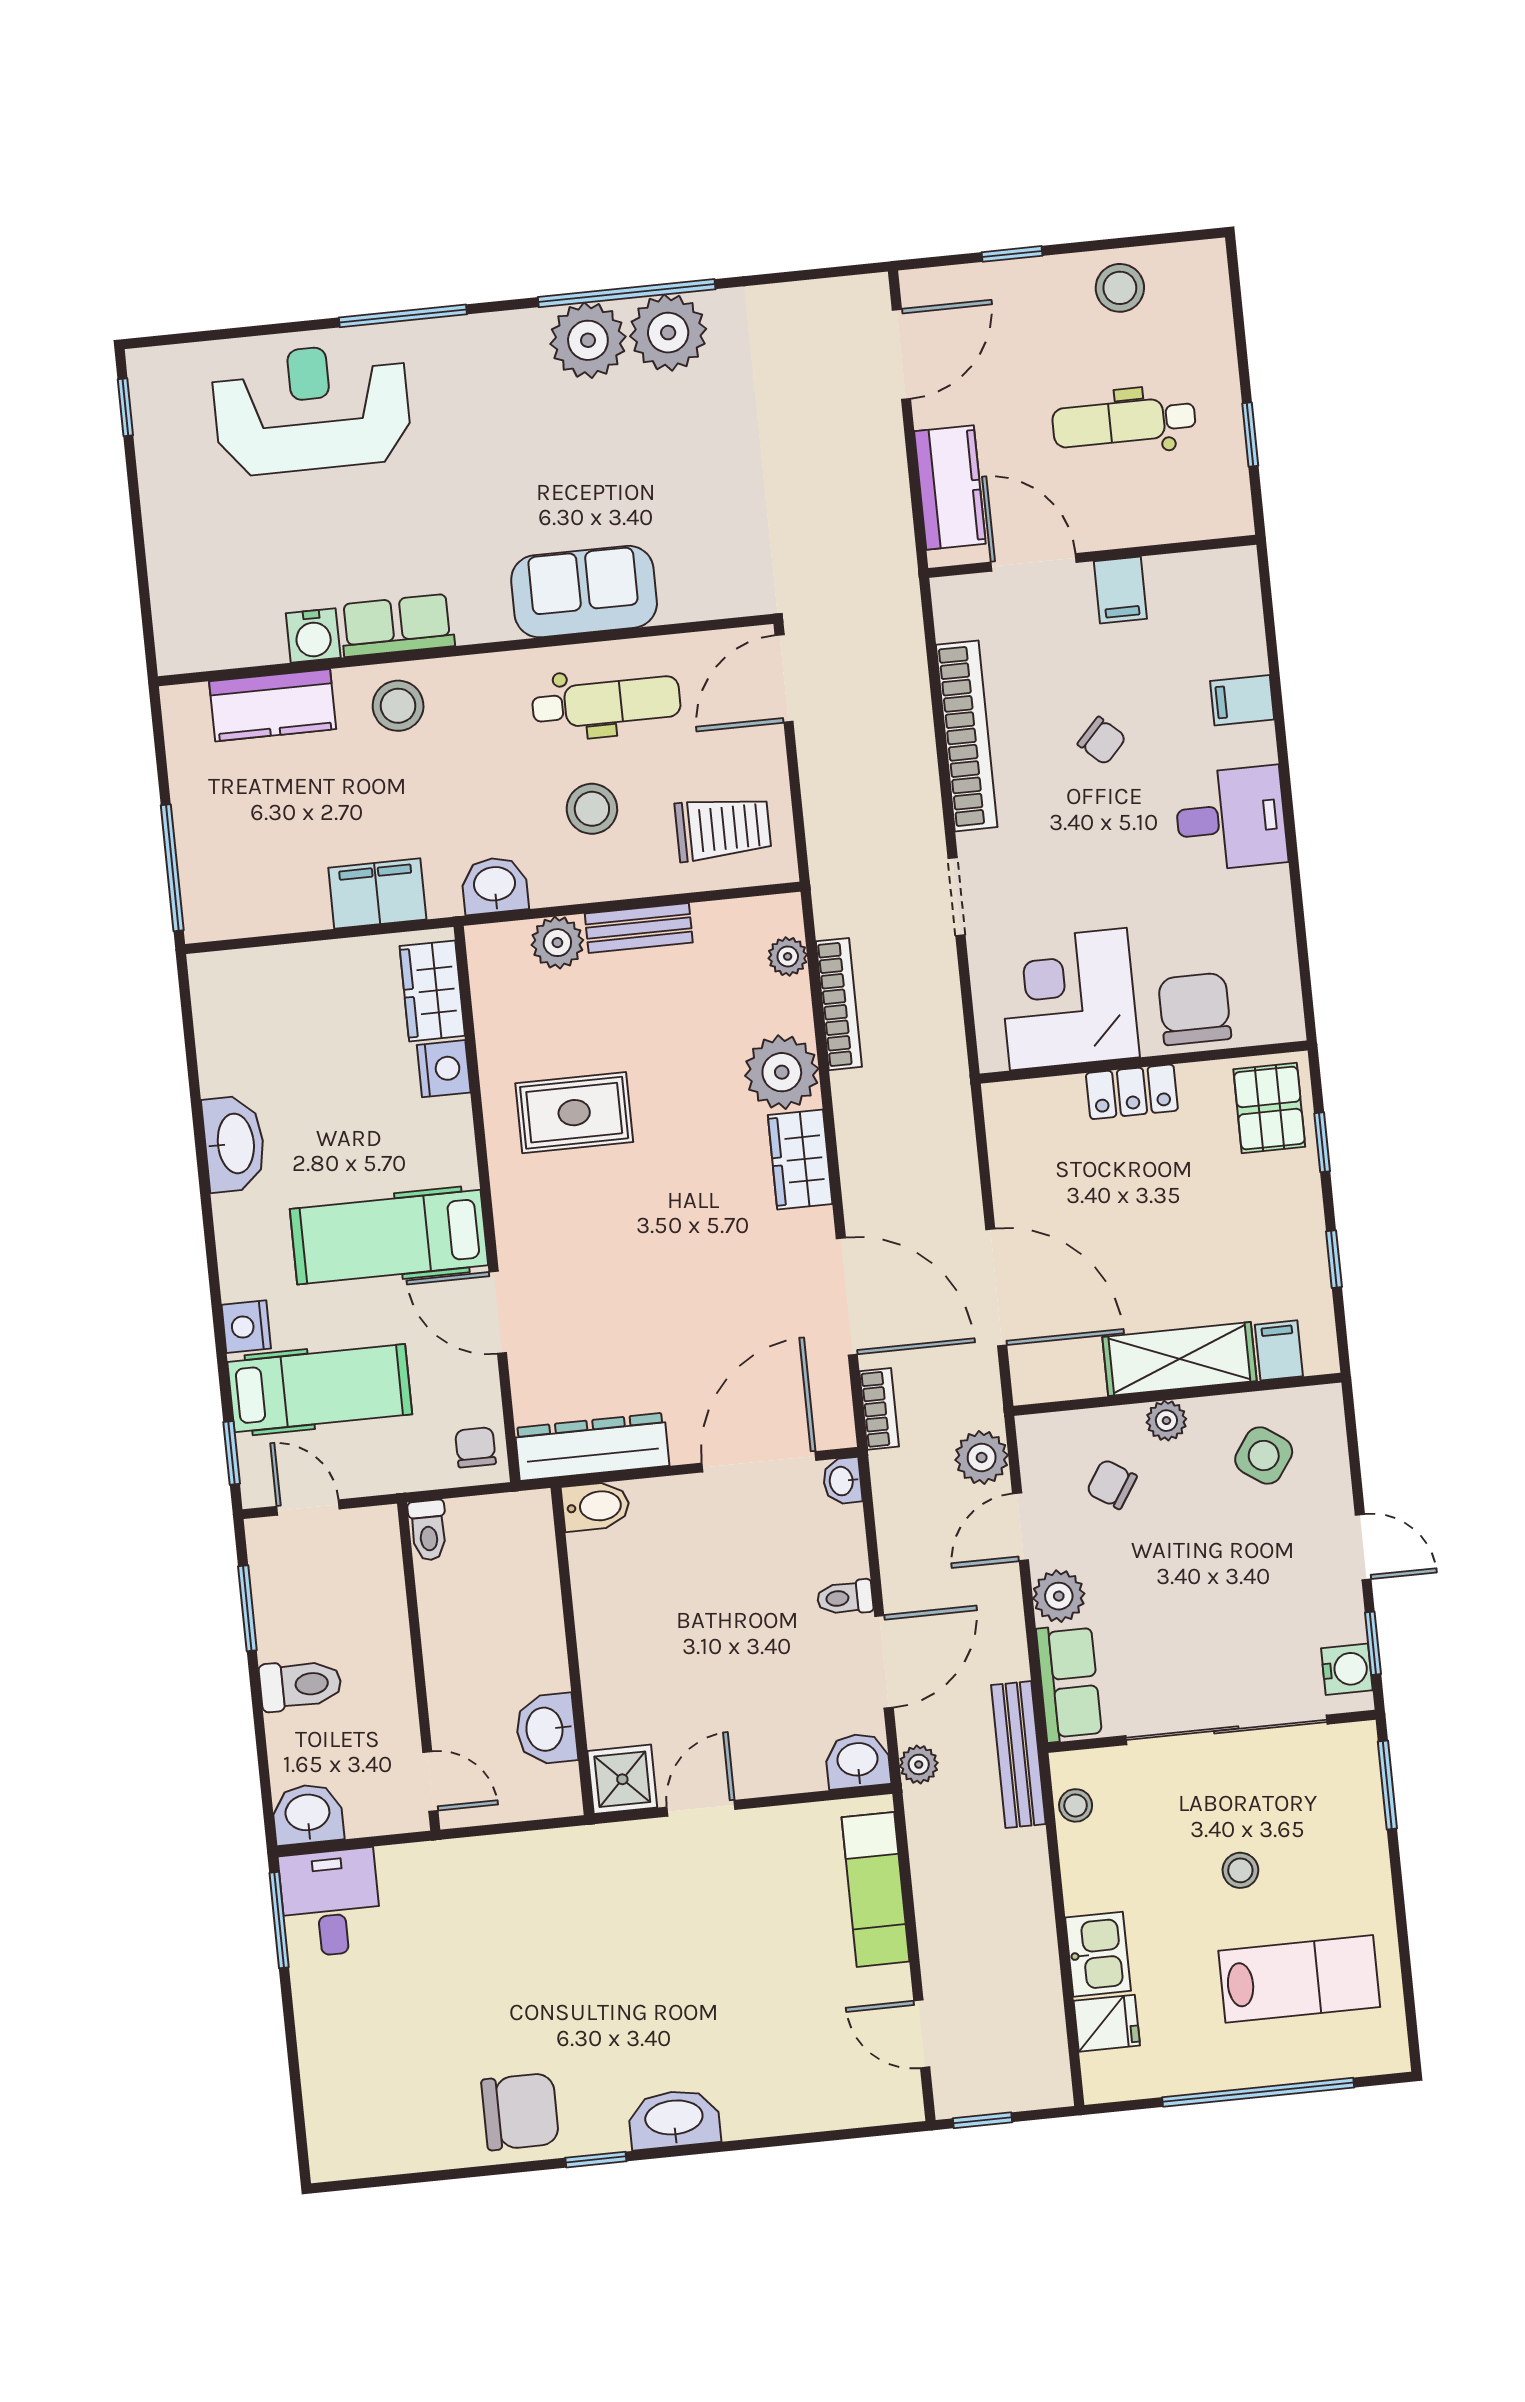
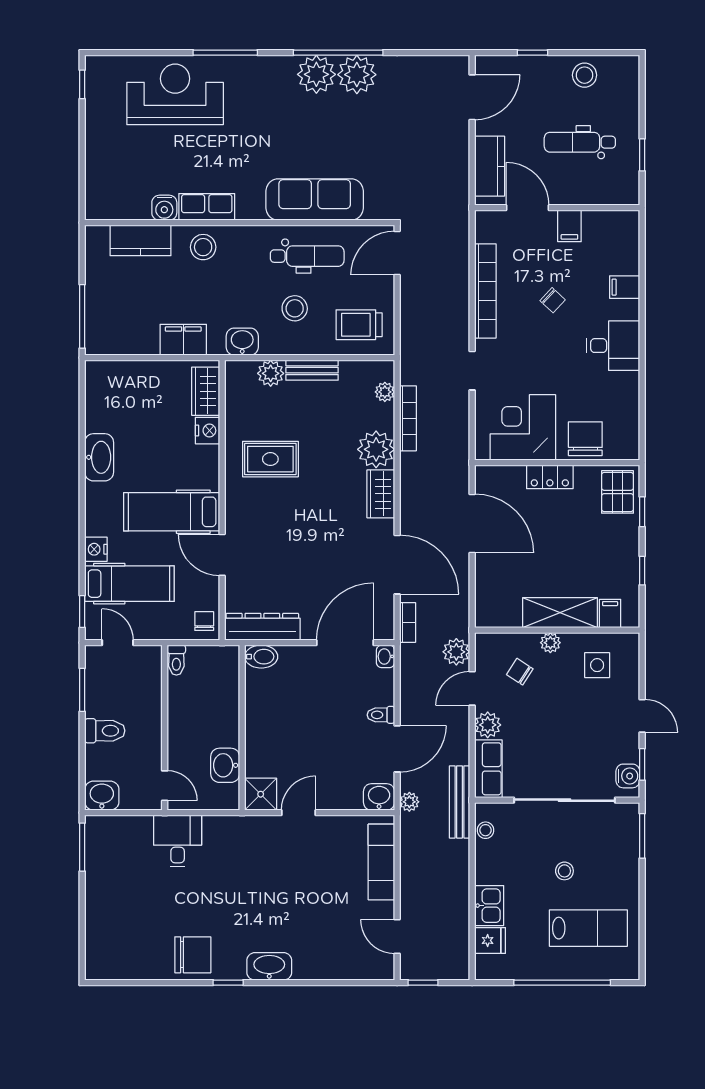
sofa: (584, 592) -> (315, 200), width x1.36
trolley: (723, 828) -> (359, 325), turned 180
door: (996, 1287) -> (472, 523), moved
side table: (1264, 1456) -> (597, 665), turned -35
desk: (330, 1903) -> (178, 841), moved

